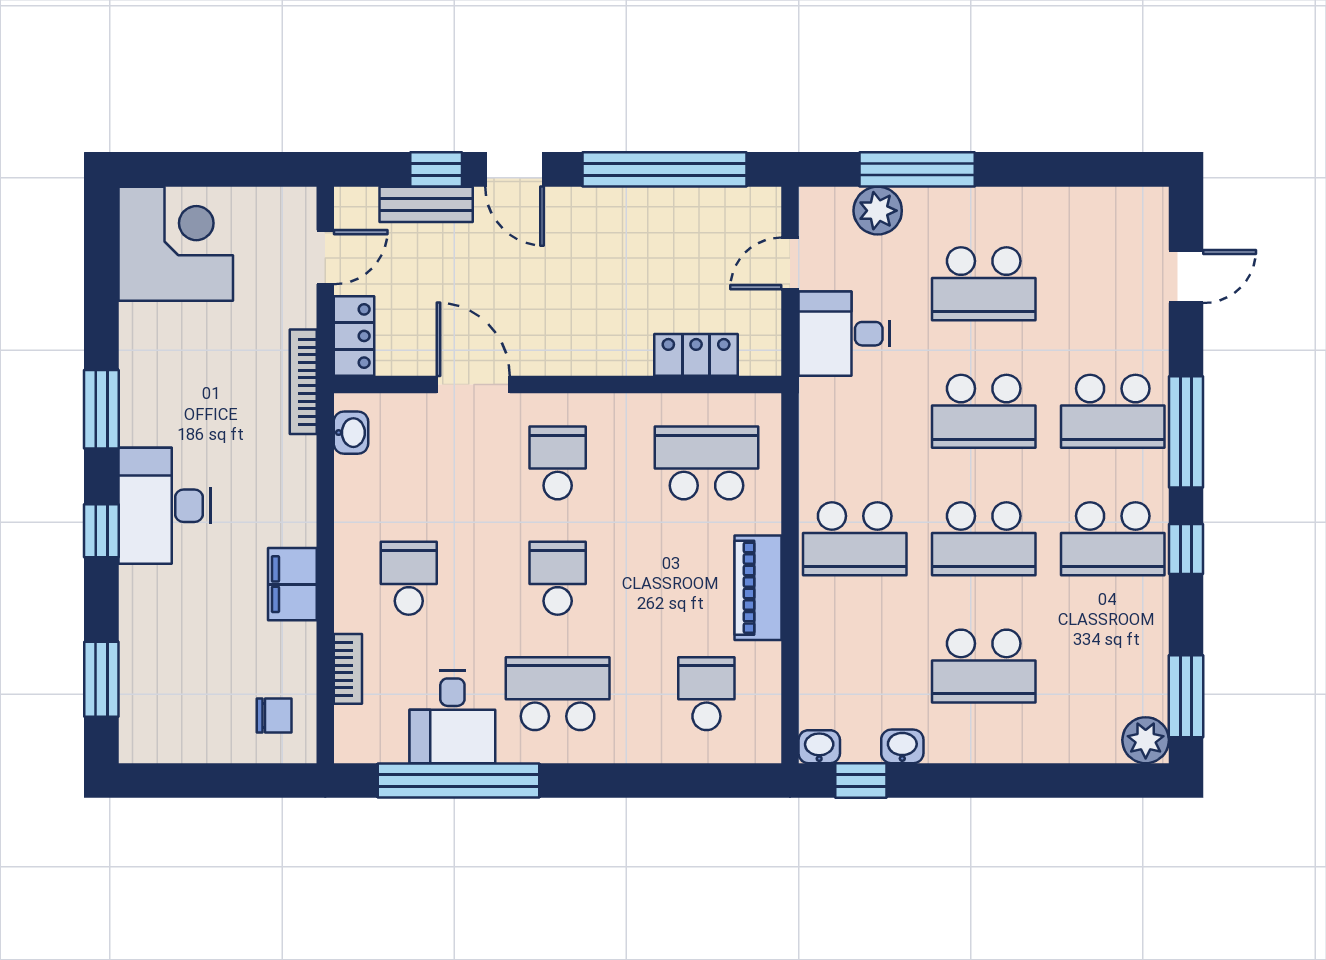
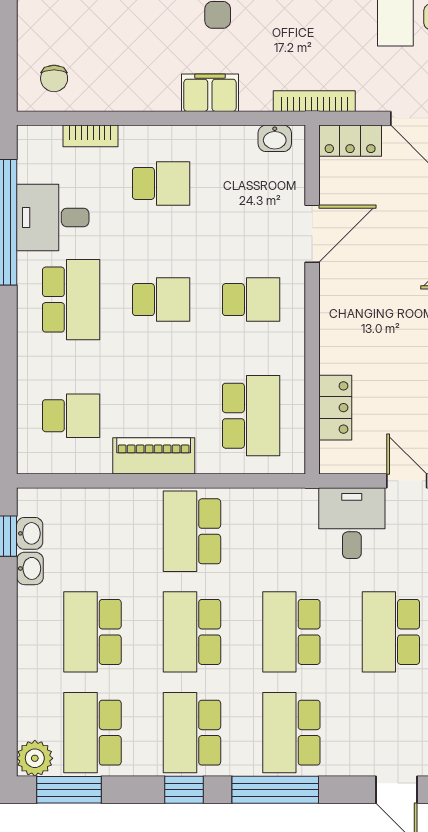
filing cabinet: (292, 584) -> (210, 93), moved
school desk: (1113, 666) -> (93, 733), added
washbasin: (819, 747) -> (30, 533), moved

